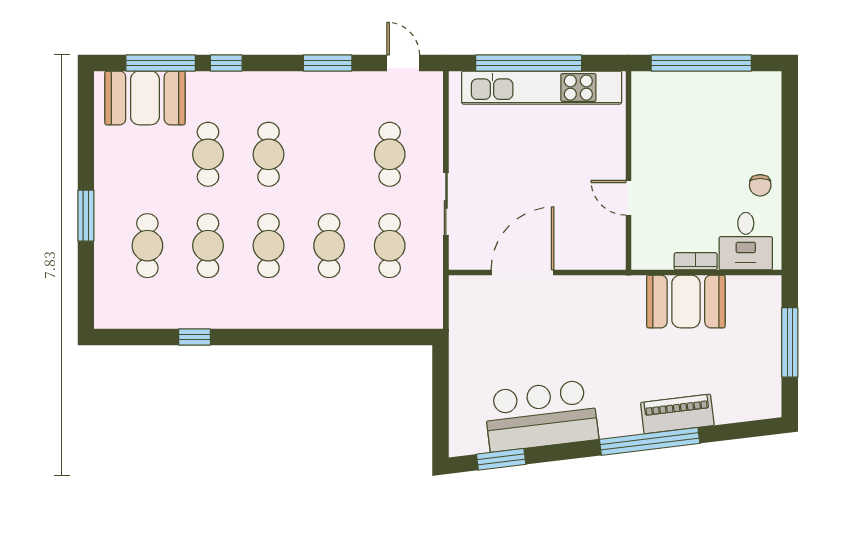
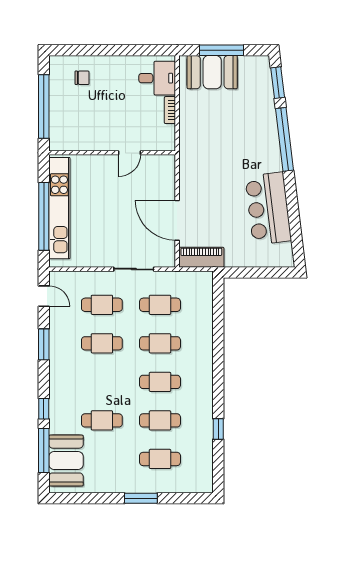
door: (403, 63) -> (44, 296), swing flipped
cafe table: (269, 154) -> (102, 343), moved
chair: (760, 185) -> (82, 78), moved
booth: (686, 302) -> (212, 72), moved, turned 90
piano: (677, 414) -> (201, 257), moved, turned 97
window: (501, 459) -> (278, 83), moved

